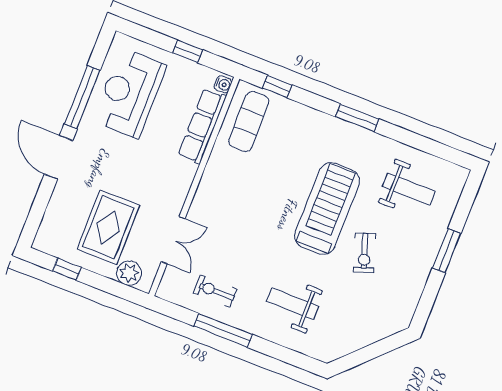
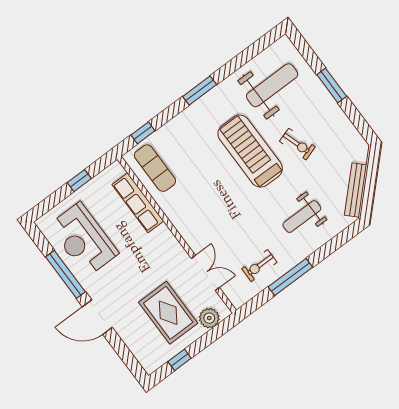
water cooler: (223, 84) -> (118, 170), removed
weight bench: (409, 189) -> (272, 85), width x1.36, depth x1.33
bench: (354, 342) -> (356, 190), added

